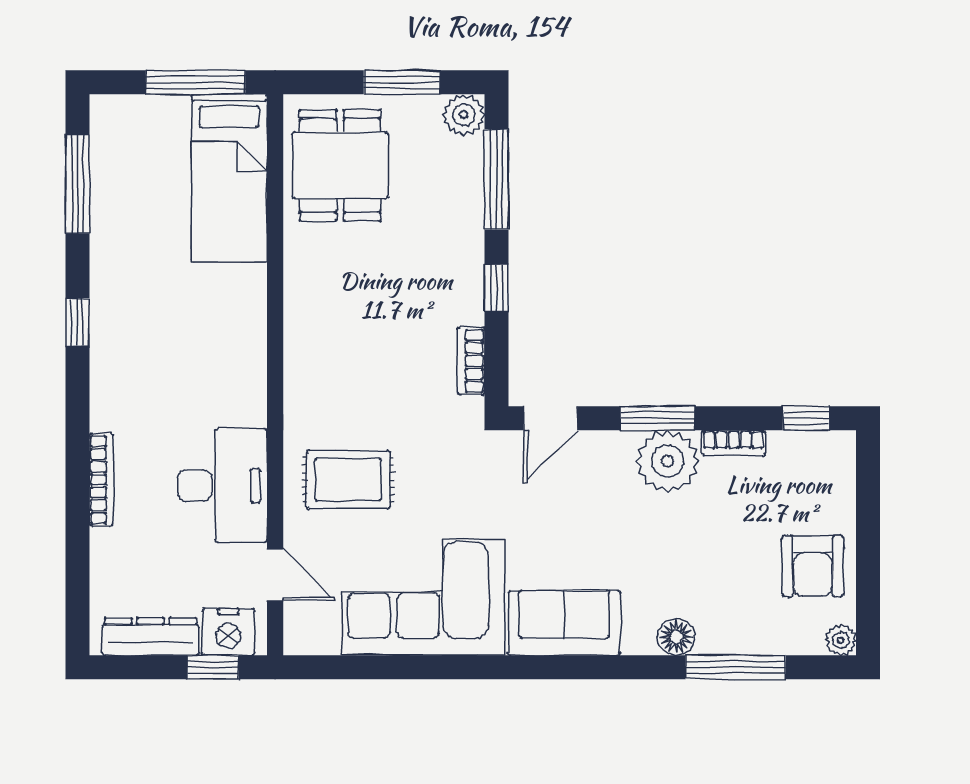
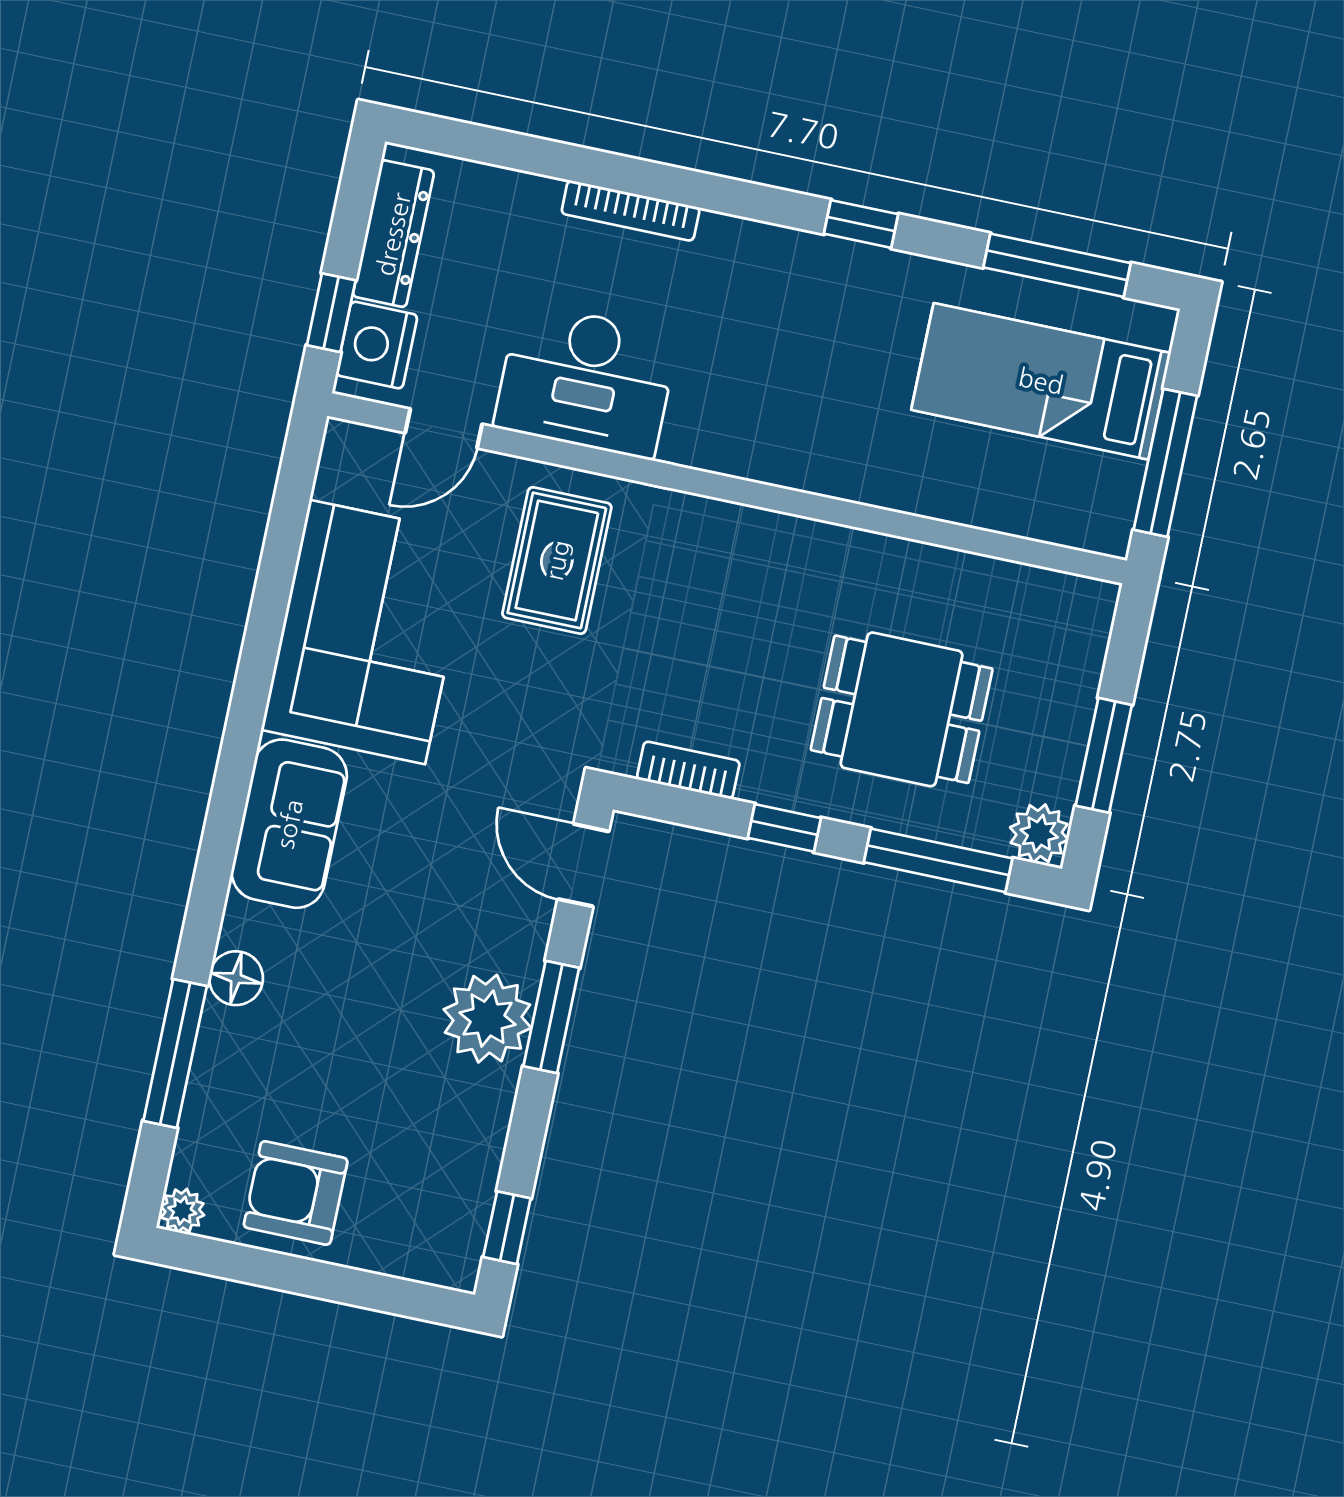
dining table: (340, 165) -> (902, 709), moved
bed: (230, 178) -> (1041, 381), moved
bookcase: (734, 443) -> (494, 1118), removed

